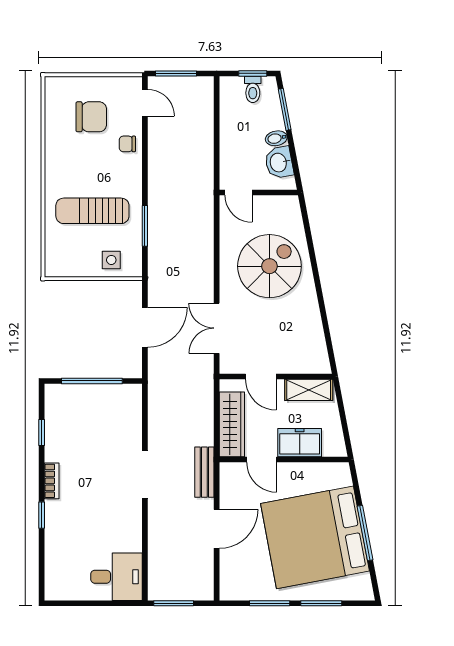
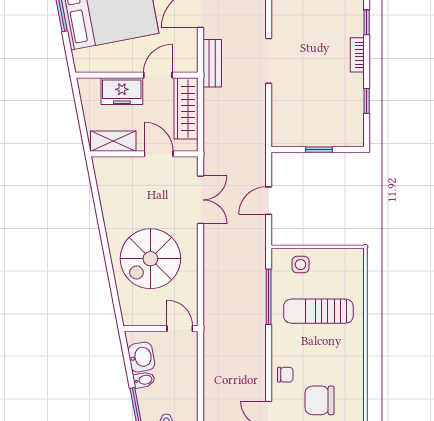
sun lounger: (92, 211) -> (318, 311), turned 180
window: (145, 226) -> (269, 297), width x1.44
door: (145, 327) -> (269, 201), width x0.73
window: (92, 381) -> (319, 150), width x0.46
door: (262, 460) -> (158, 75), hinge flipped

